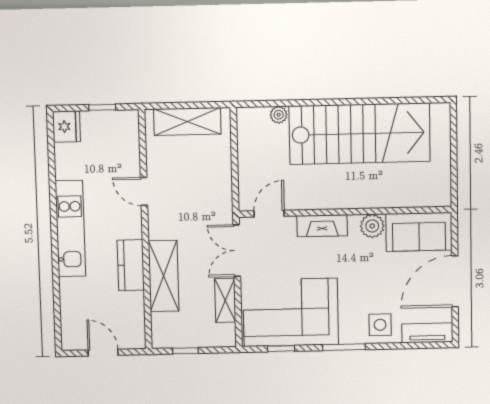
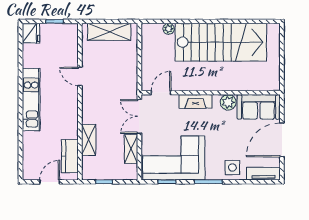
kitchen counter: (131, 265) -> (70, 156), moved
shelving: (164, 276) -> (89, 140), width x0.67, depth x0.75
door: (103, 353) -> (50, 182), hinge flipped

